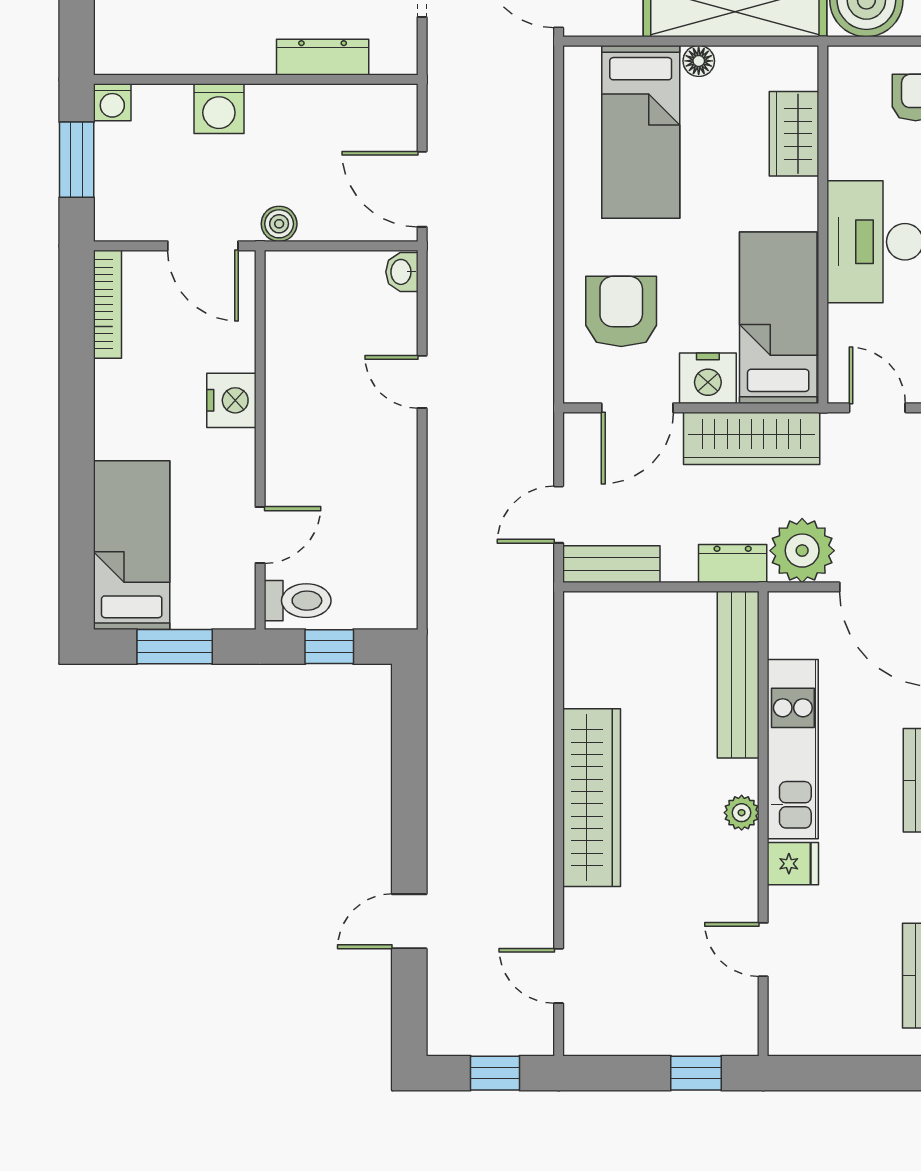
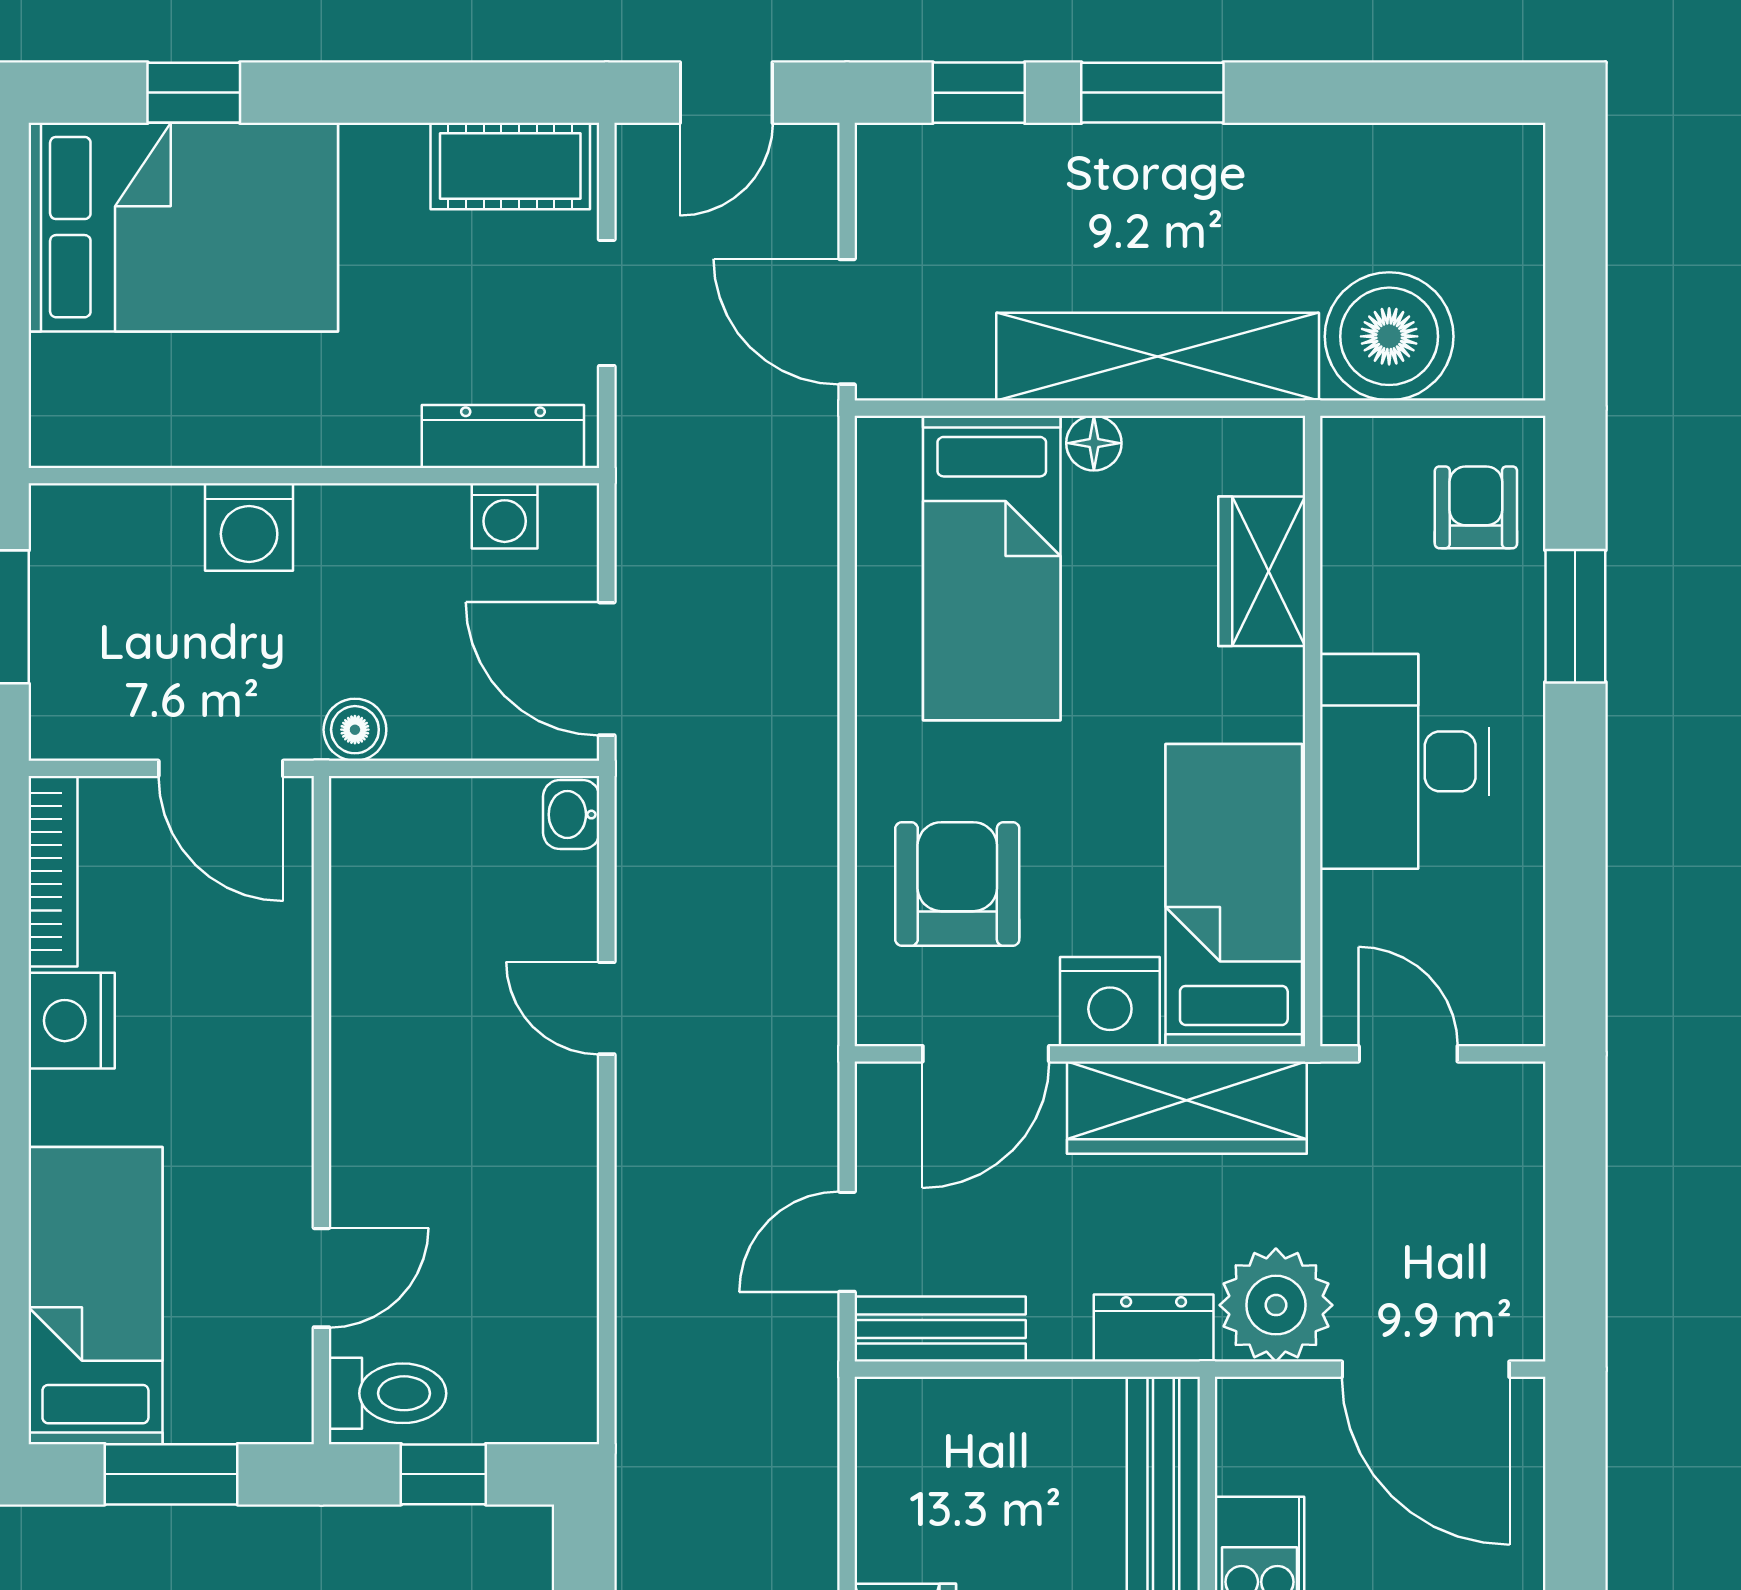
dresser: (323, 57) -> (503, 436), moved
washing machine: (112, 102) -> (505, 516), moved
nightstand: (231, 400) -> (72, 1021), moved, turned 180

